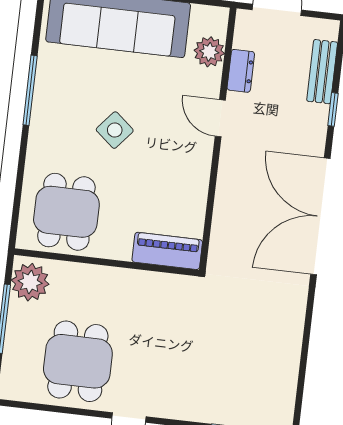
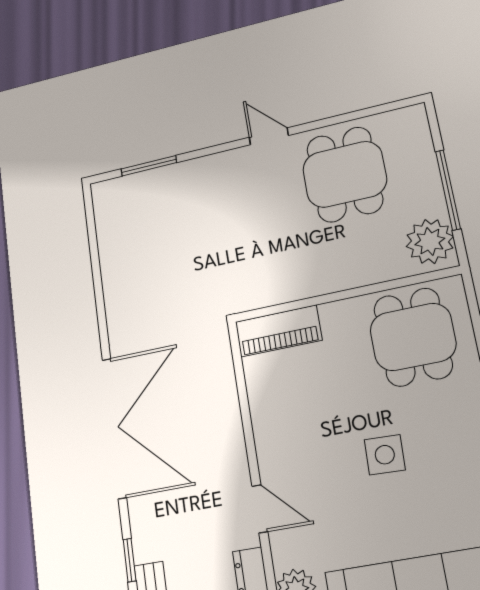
side table: (115, 130) -> (385, 455), turned -38

